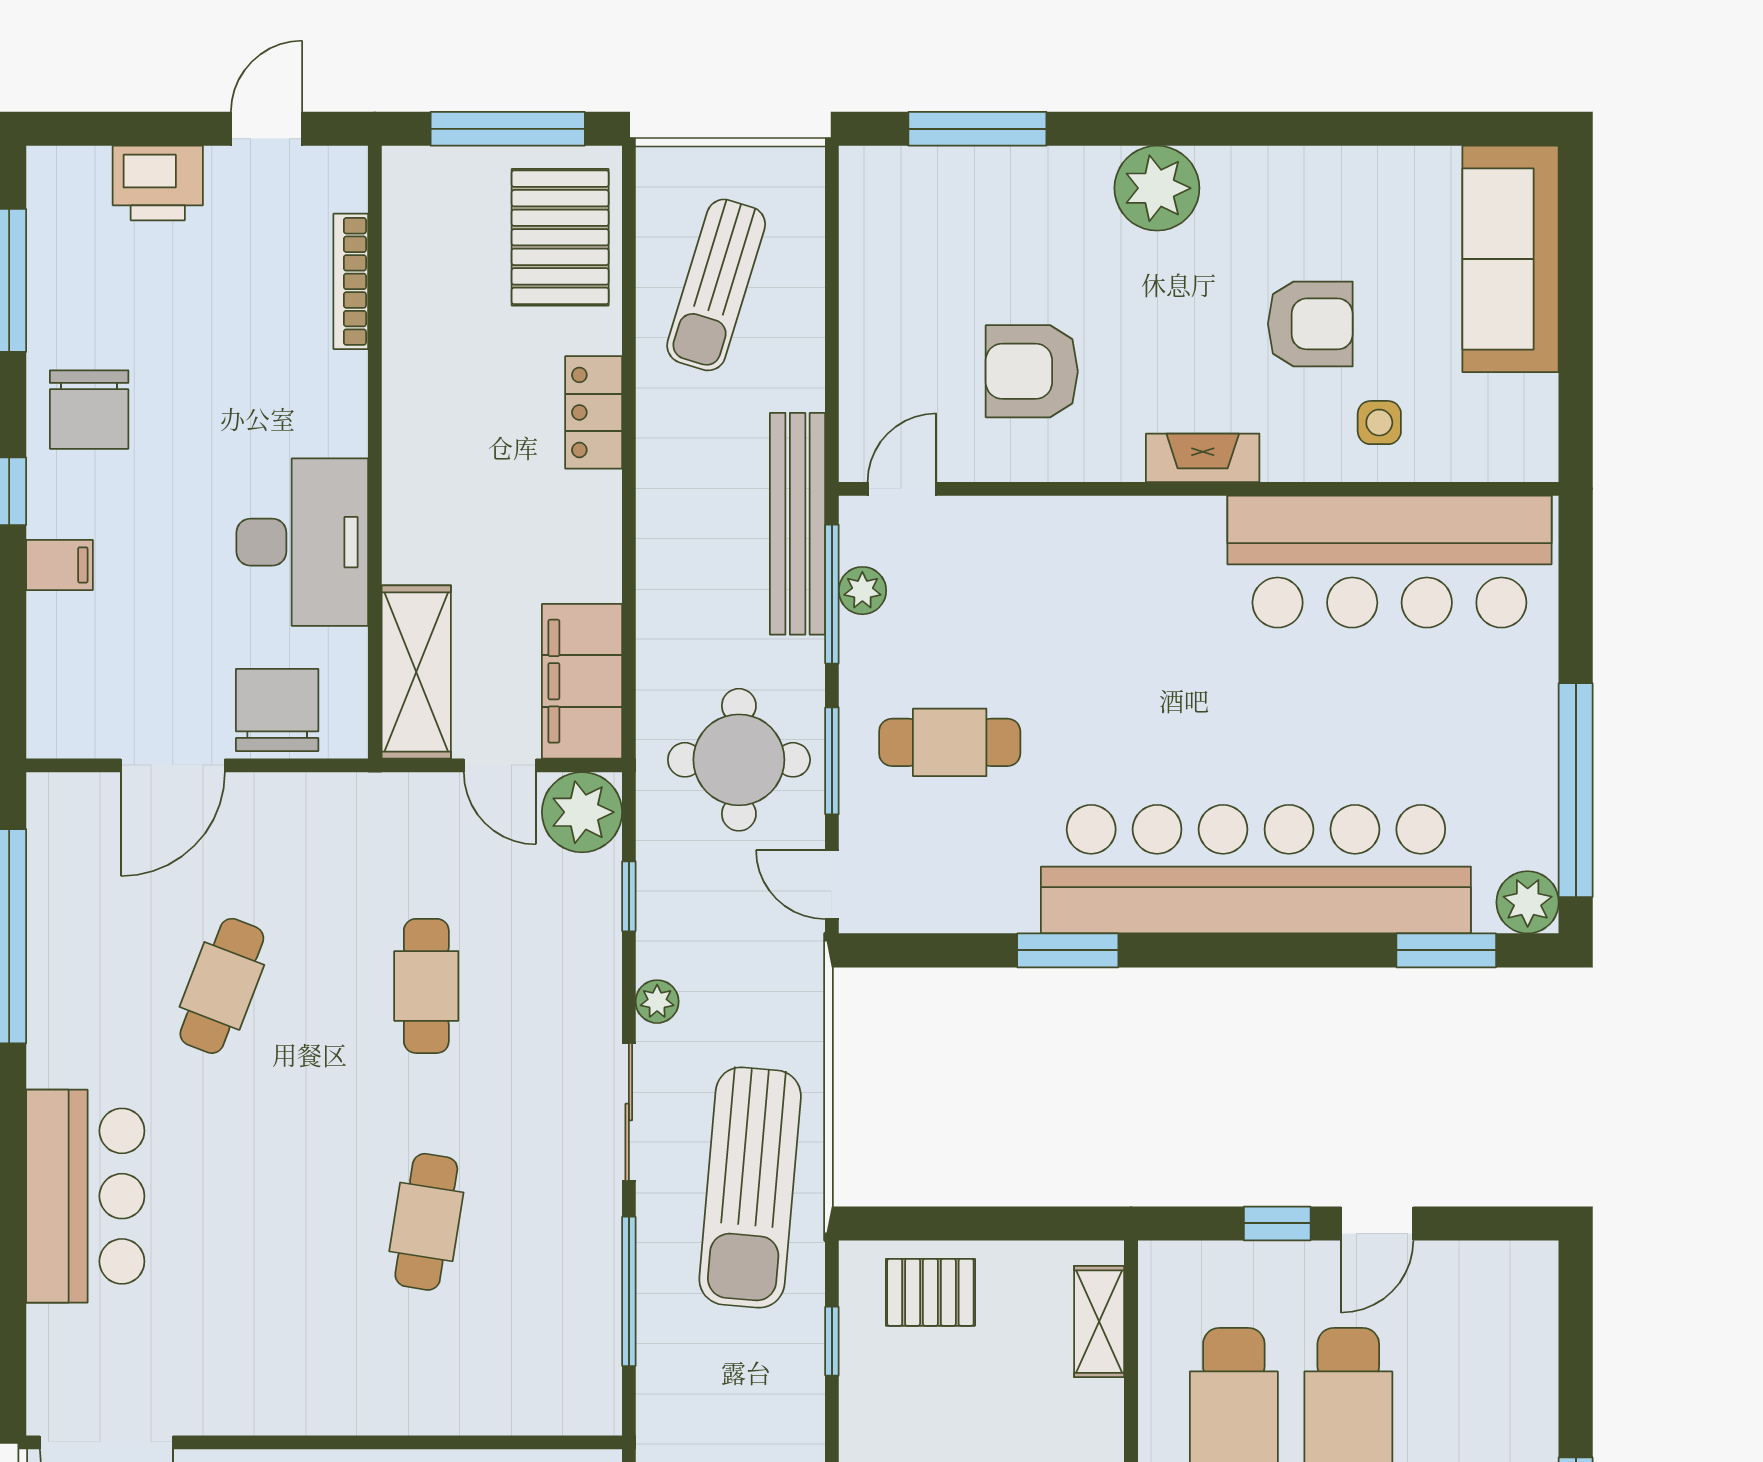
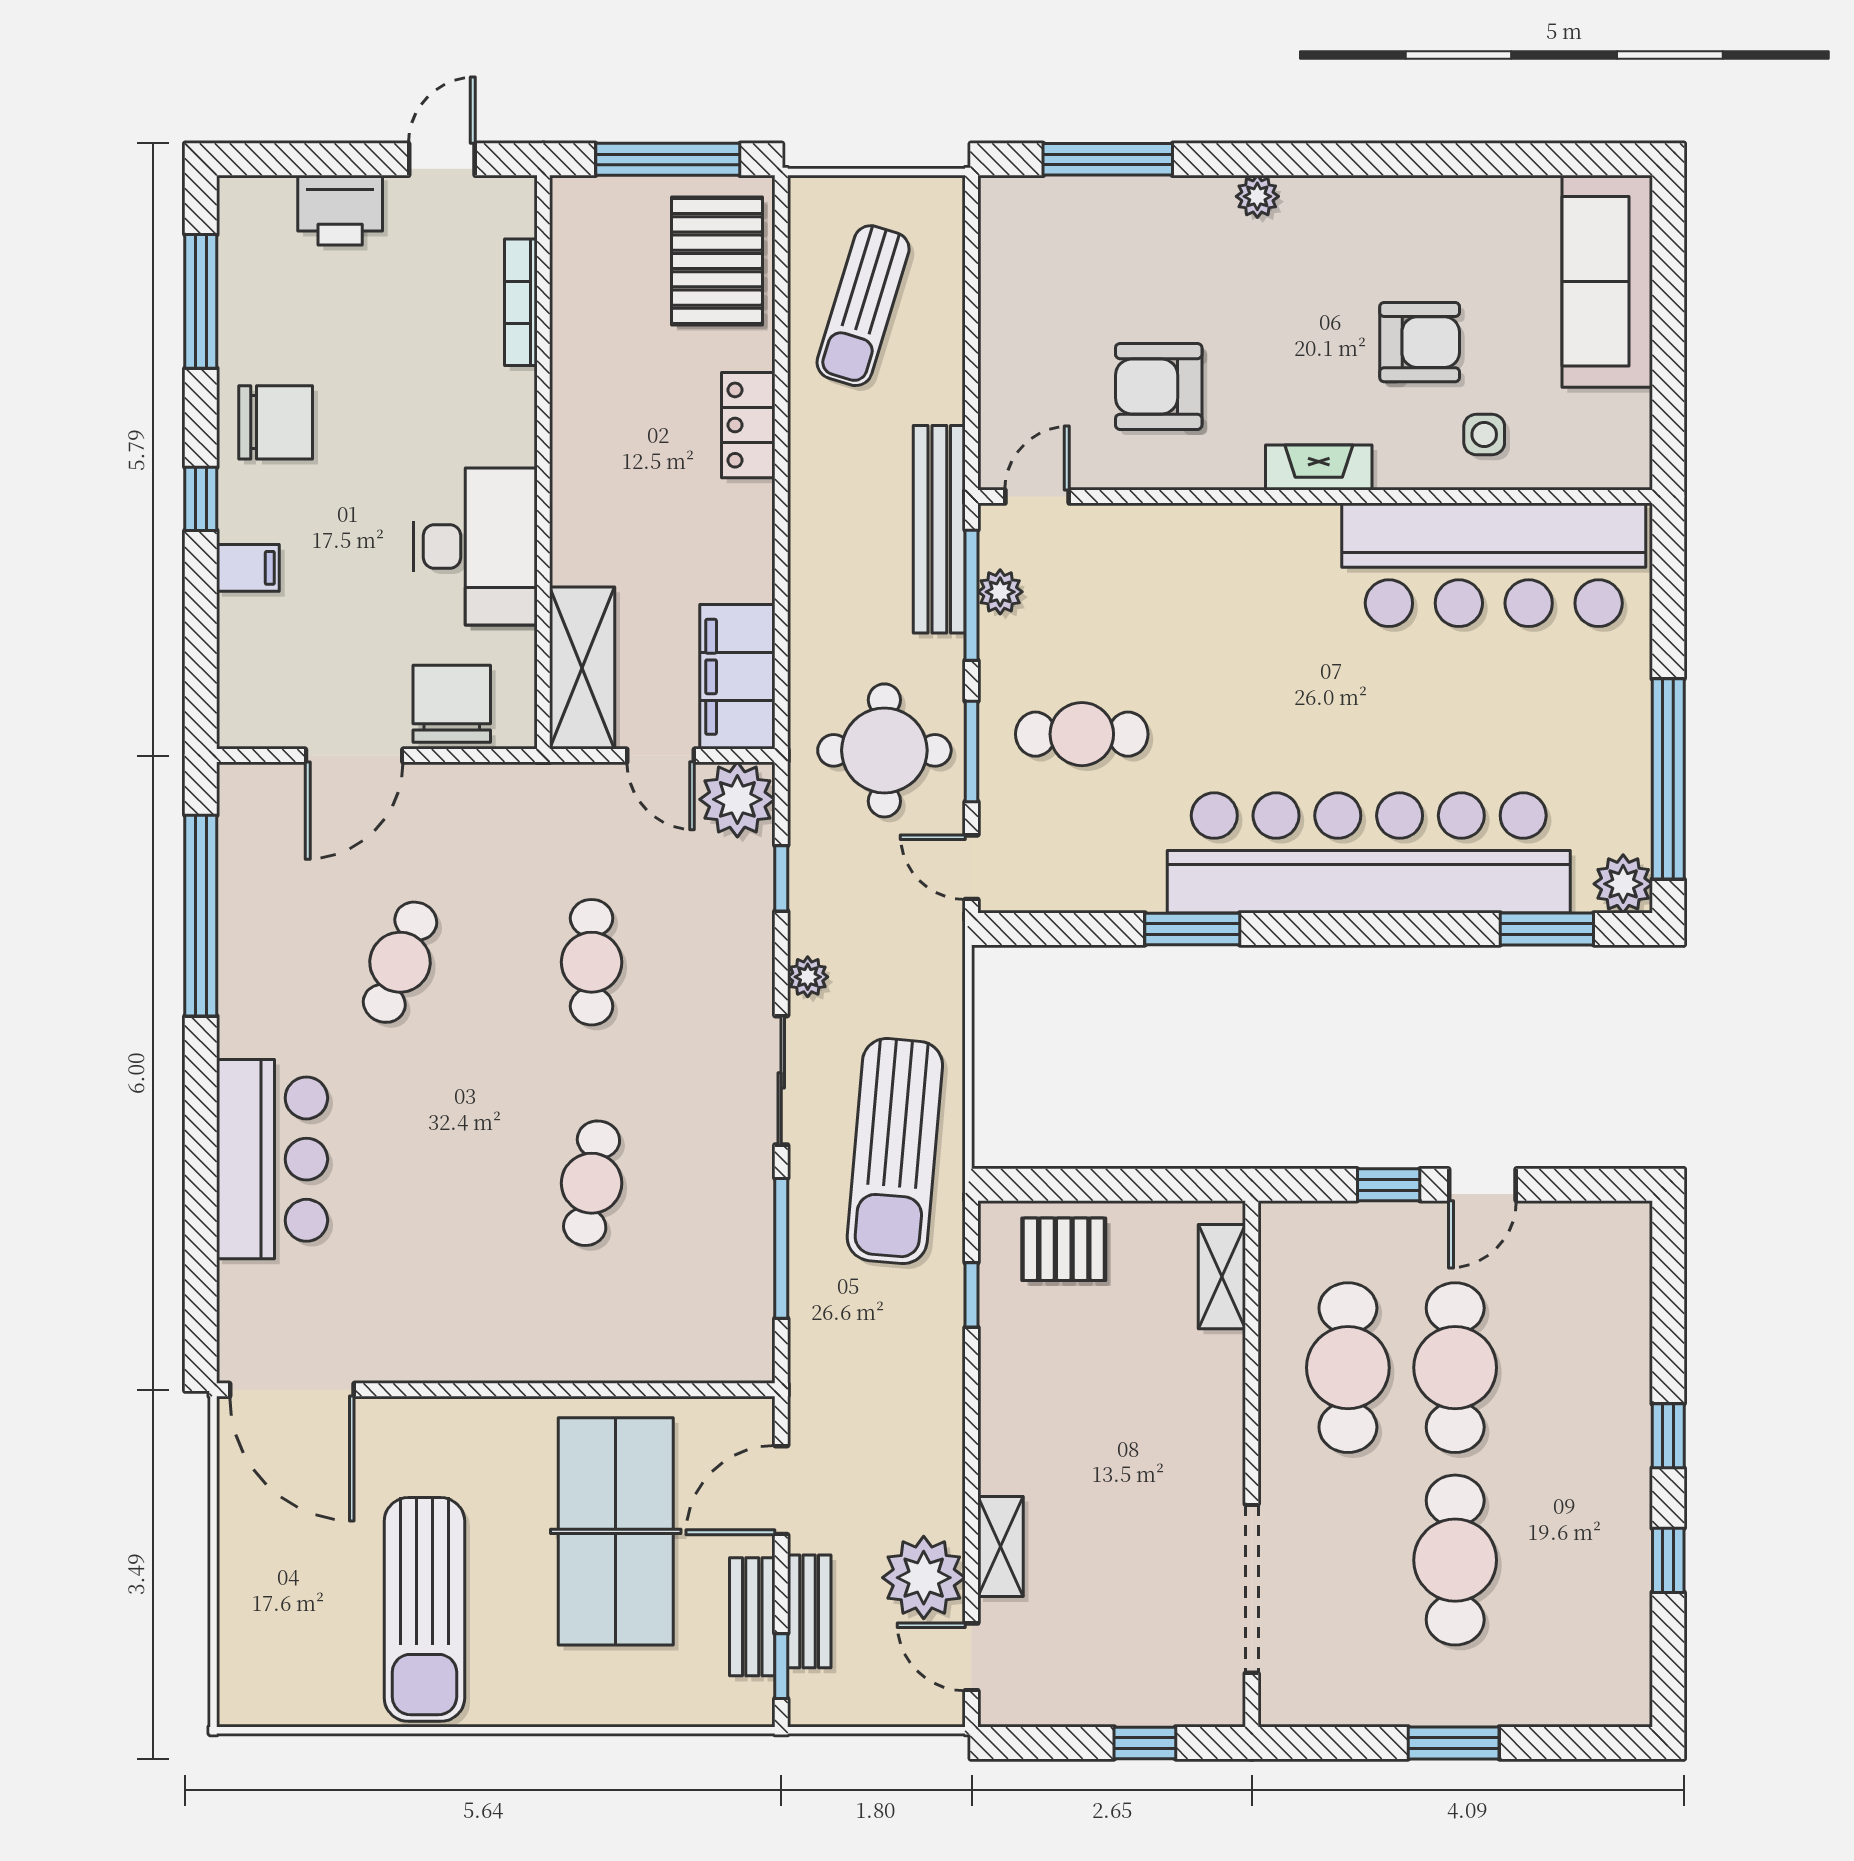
plant: (1157, 188) -> (1257, 196), width x0.53, depth x0.53
chair: (89, 410) -> (276, 422), turned -90

